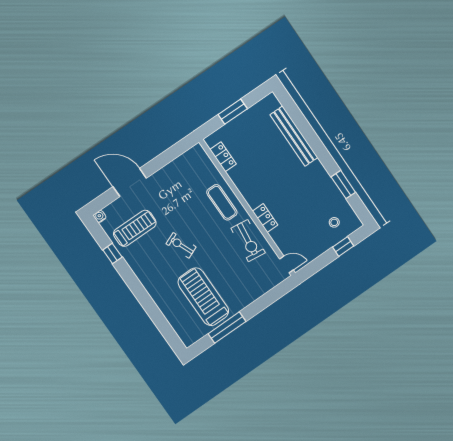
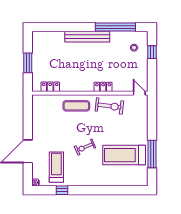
bench: (294, 136) -> (87, 37), moved
window: (343, 185) -> (115, 27), width x2.11
door: (286, 264) -> (139, 93), hinge flipped

